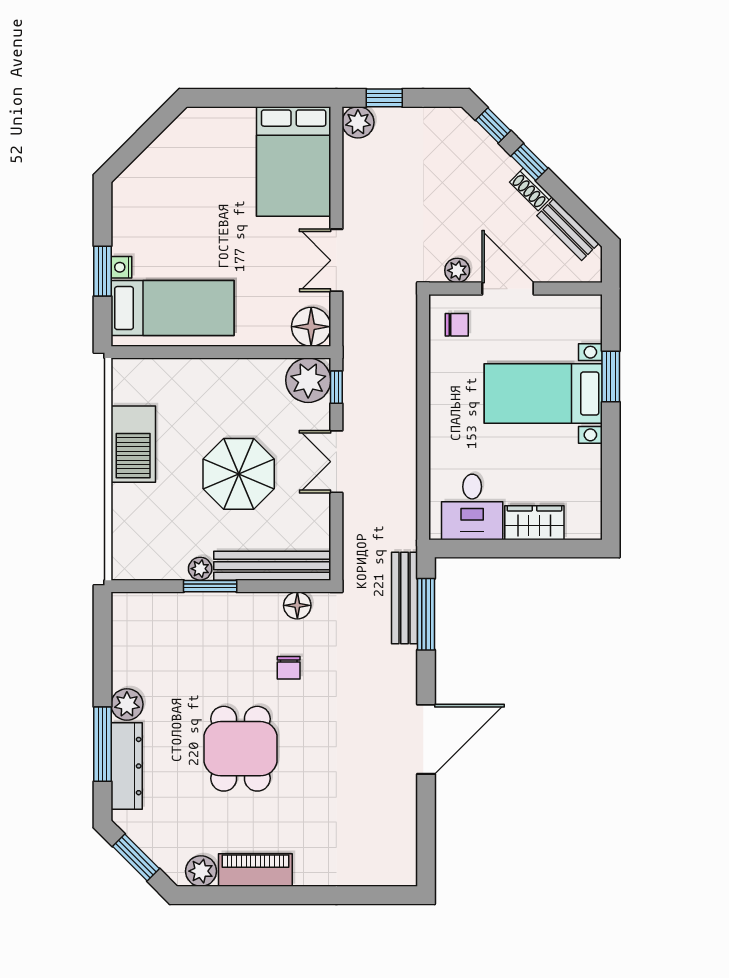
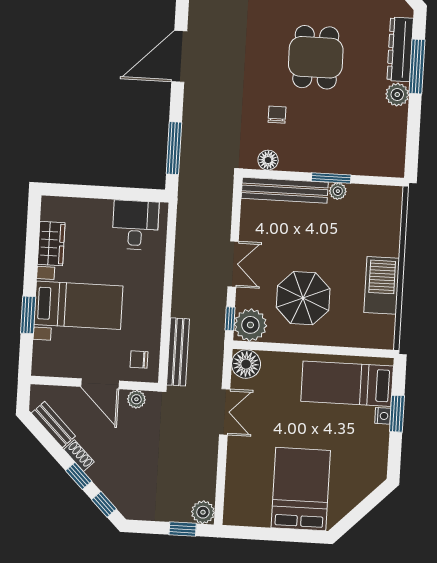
bed: (294, 161) -> (301, 489), moved
parasol: (239, 474) -> (303, 298), moved
wardrobe: (534, 523) -> (51, 244), moved, turned -90
bench: (404, 598) -> (178, 352), moved

